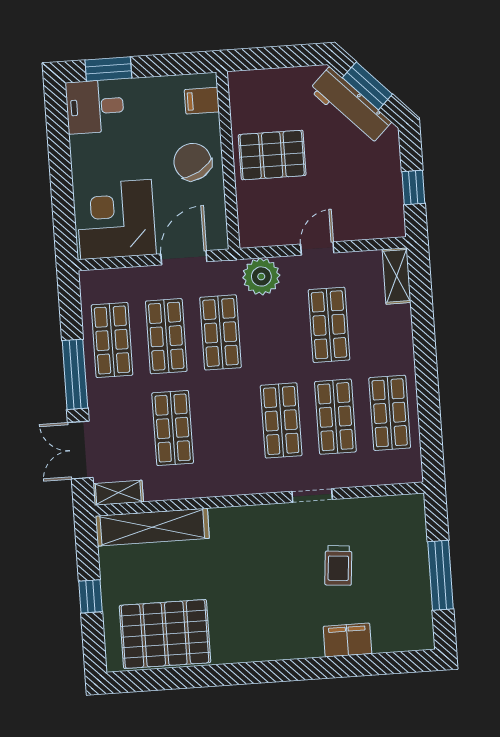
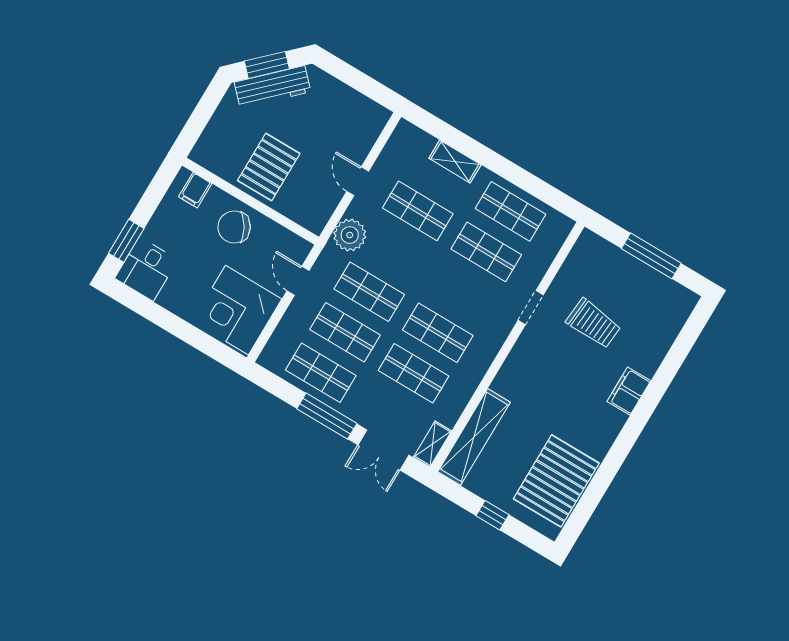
window: (413, 187) -> (362, 83), removed
door: (184, 258) -> (298, 281), width x0.73
shelving: (397, 276) -> (455, 162), moved
shop shelf: (281, 420) -> (438, 333), moved
trolley: (338, 565) -> (594, 324), width x1.36, depth x1.39
filing cabinet: (347, 640) -> (629, 391), moved

